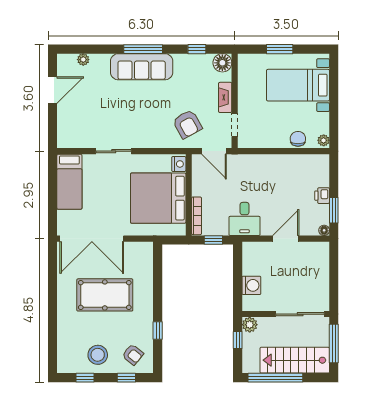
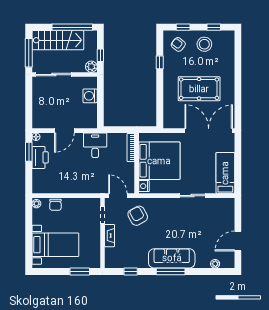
window: (280, 49) -> (80, 272), moved
floor lamp: (222, 63) -> (112, 261), removed
printer: (322, 196) -> (40, 157), width x1.87, depth x1.48
window: (213, 240) -> (118, 130), removed

